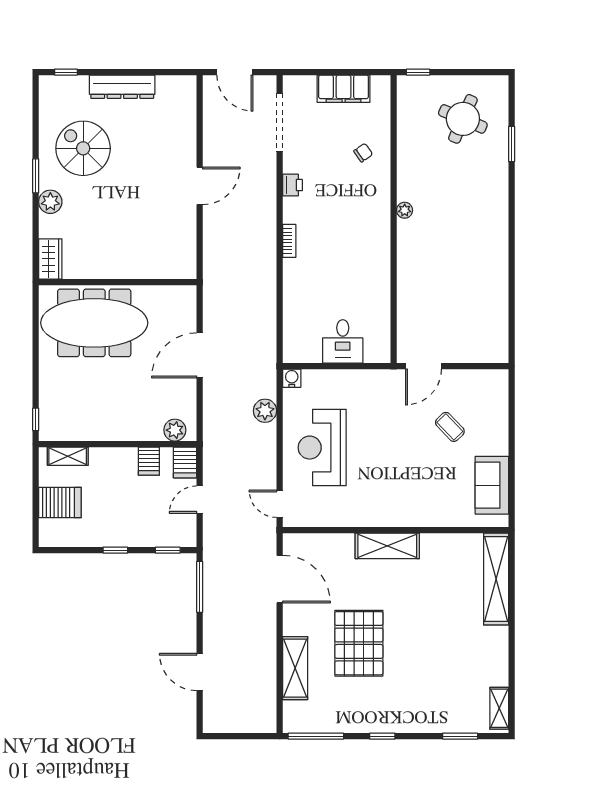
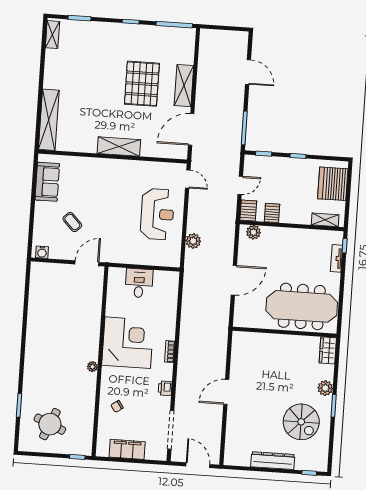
corner desk: (354, 250) -> (128, 343), added
water cooler: (292, 378) -> (42, 252), moved
tv unit: (47, 399) -> (337, 258), added
server rack: (60, 502) -> (333, 184), width x1.60
door: (280, 579) -> (191, 129), hinge flipped
shelving: (295, 668) -> (184, 86), moved

